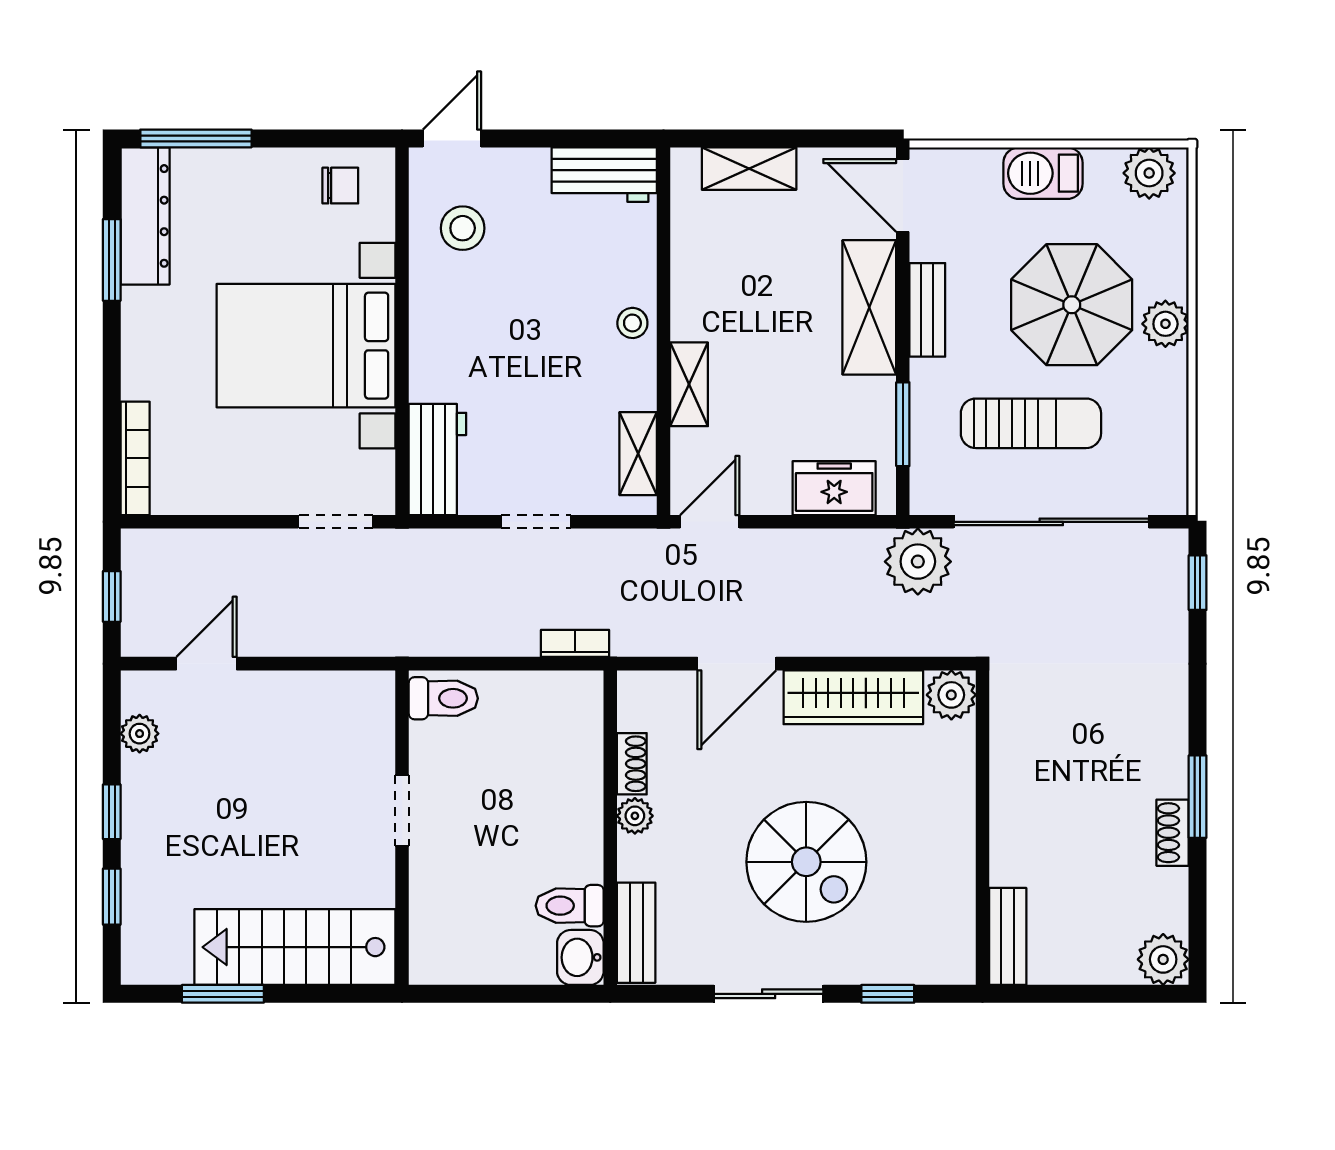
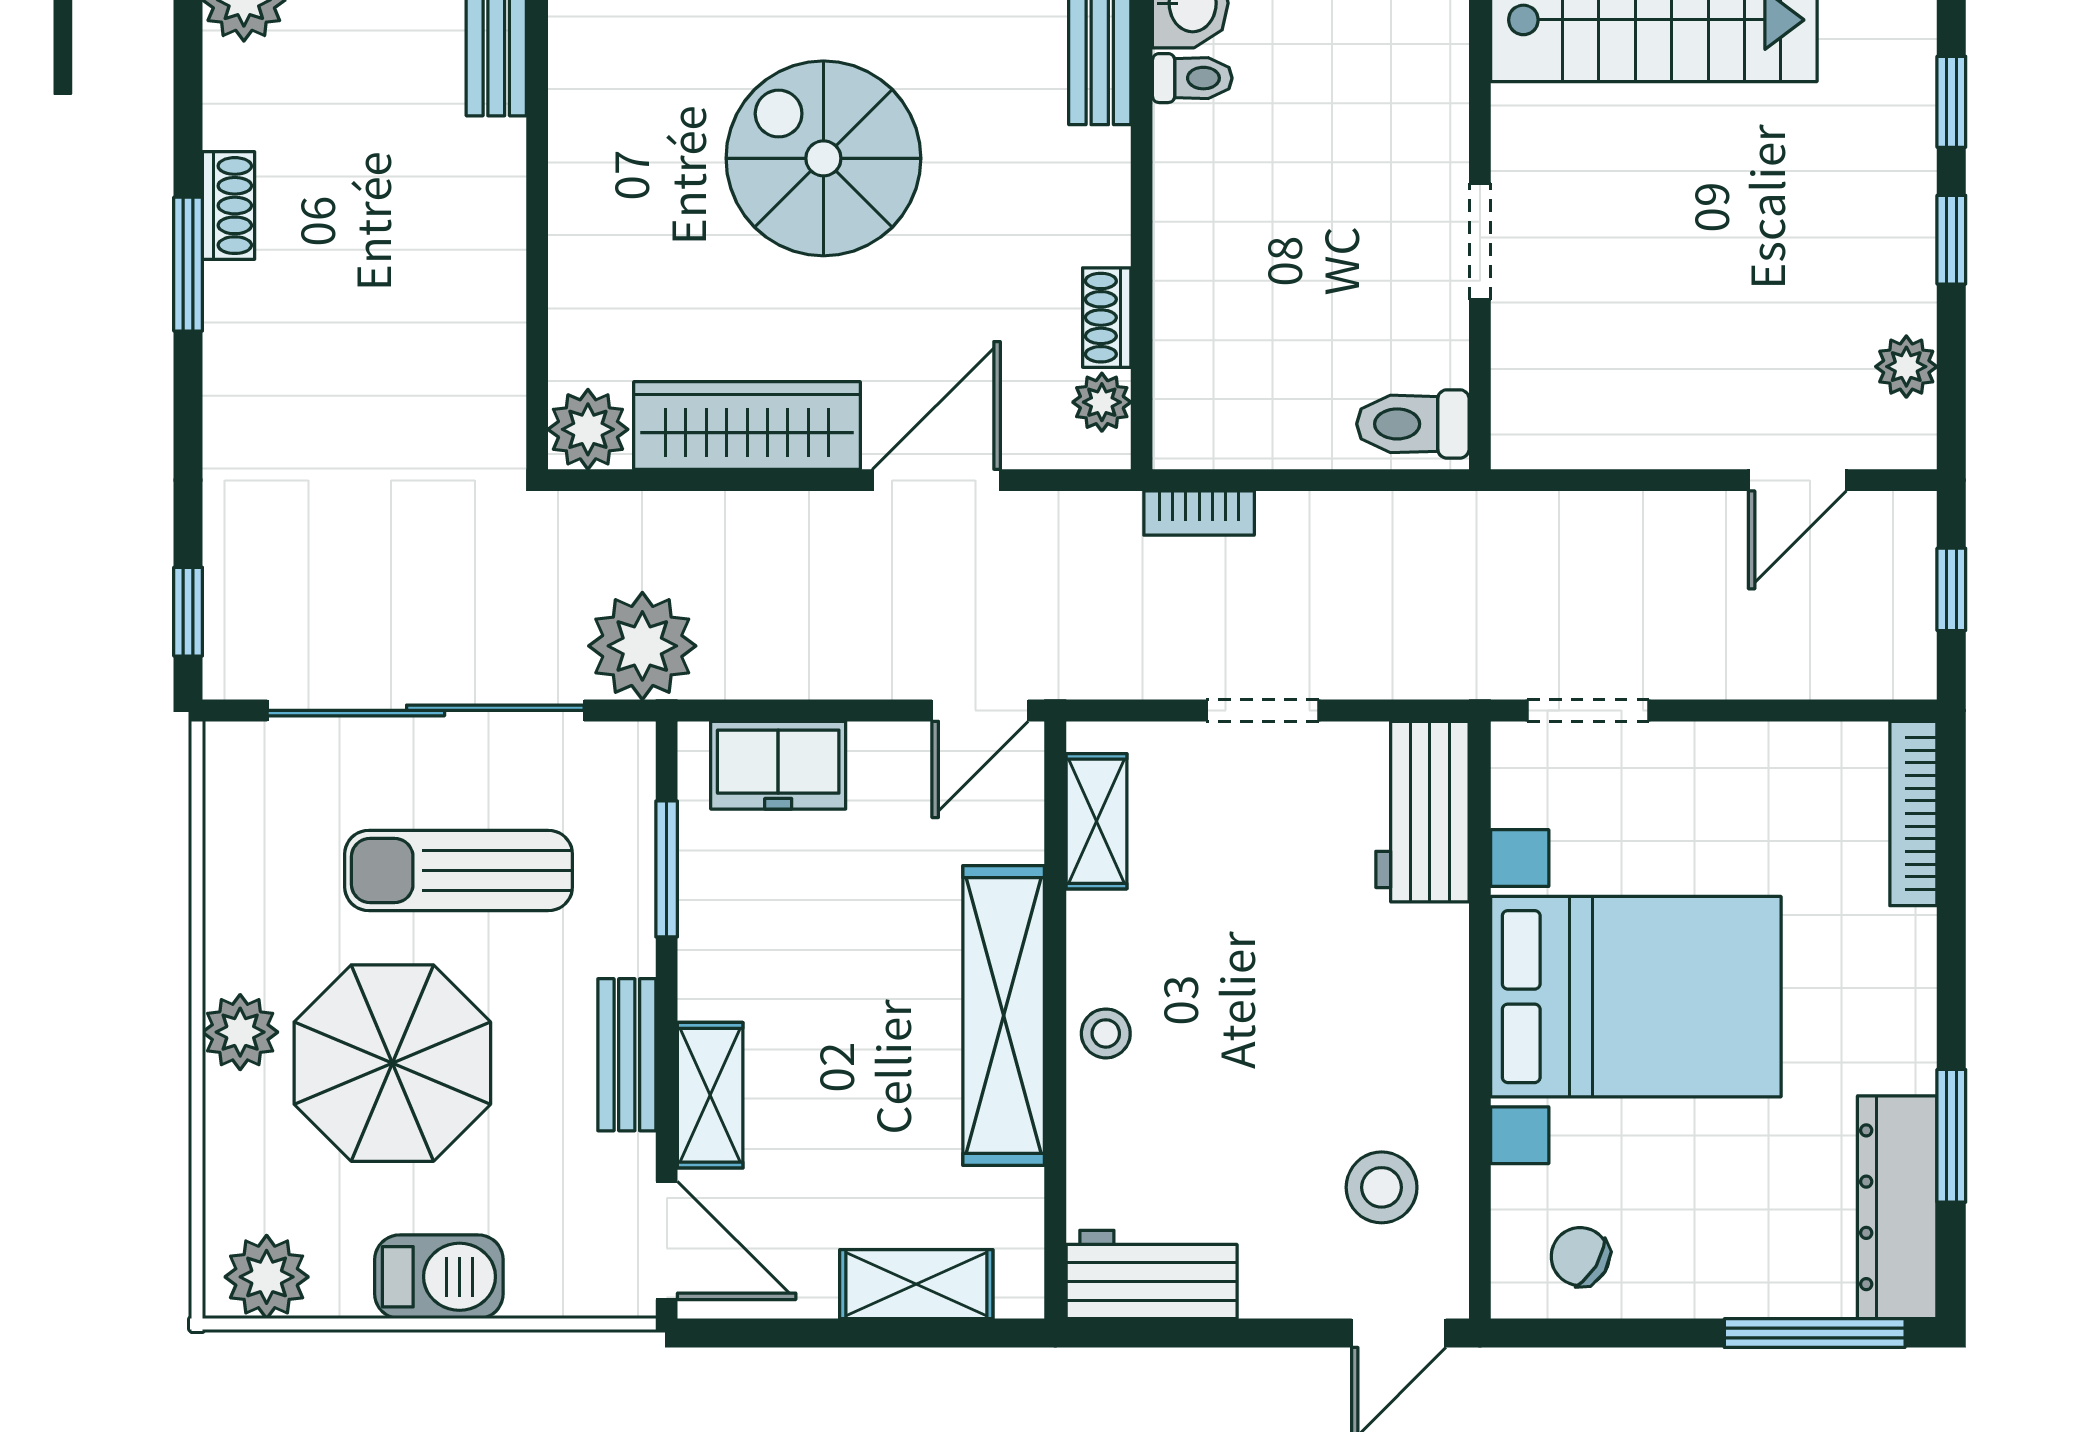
chair: (340, 186) -> (1580, 1257), turned 31
shelving: (869, 307) -> (710, 1095), width x0.67, depth x0.75
shelving: (689, 384) -> (1004, 1016), width x2.20, depth x1.33
plant: (635, 816) -> (1102, 402), moved
toilet: (570, 906) -> (1192, 78), width x0.73, depth x0.72

